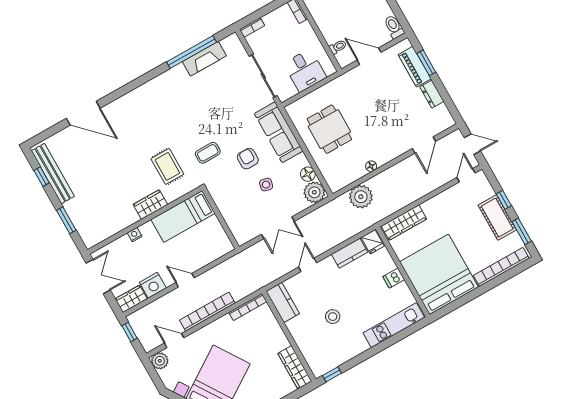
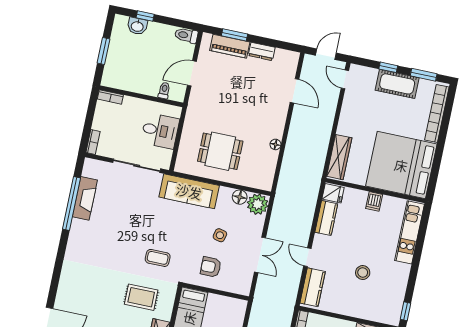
coffee table: (208, 153) -> (158, 258), turned 90
armchair: (248, 159) -> (211, 267), moved
plant: (361, 197) -> (292, 172), removed
kitchen counter: (283, 302) -> (313, 287), moved, turned 90

